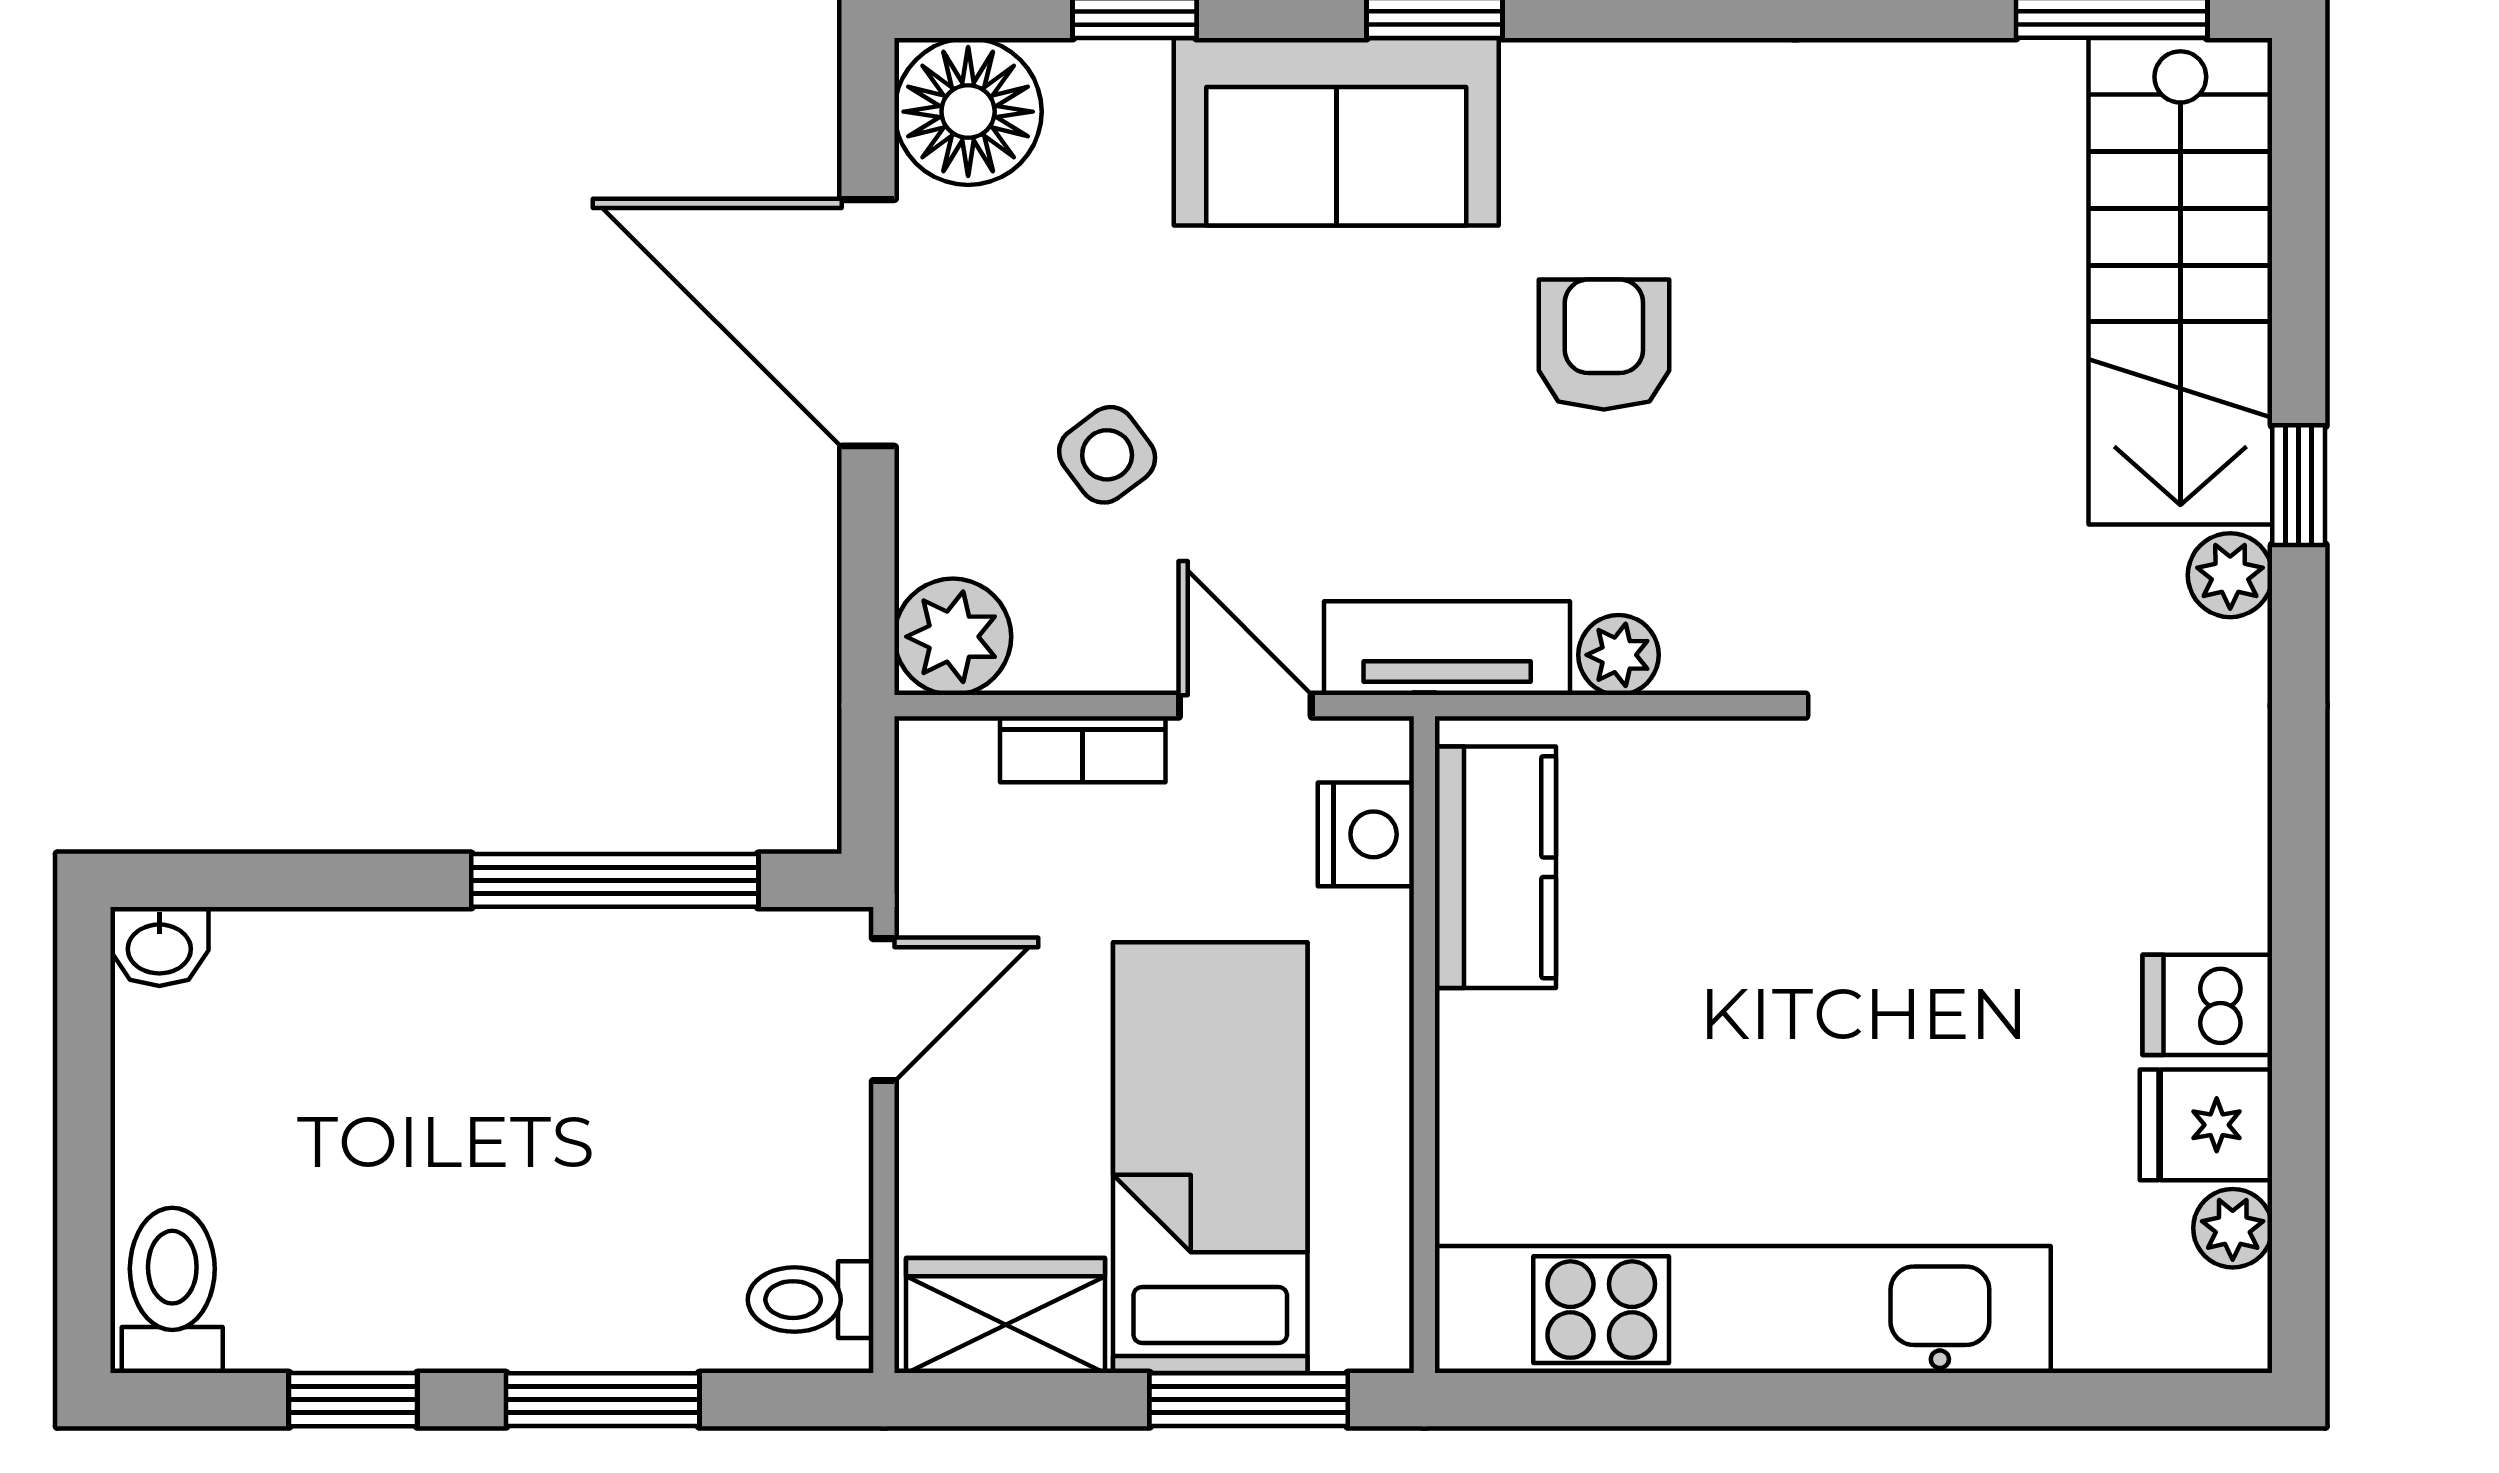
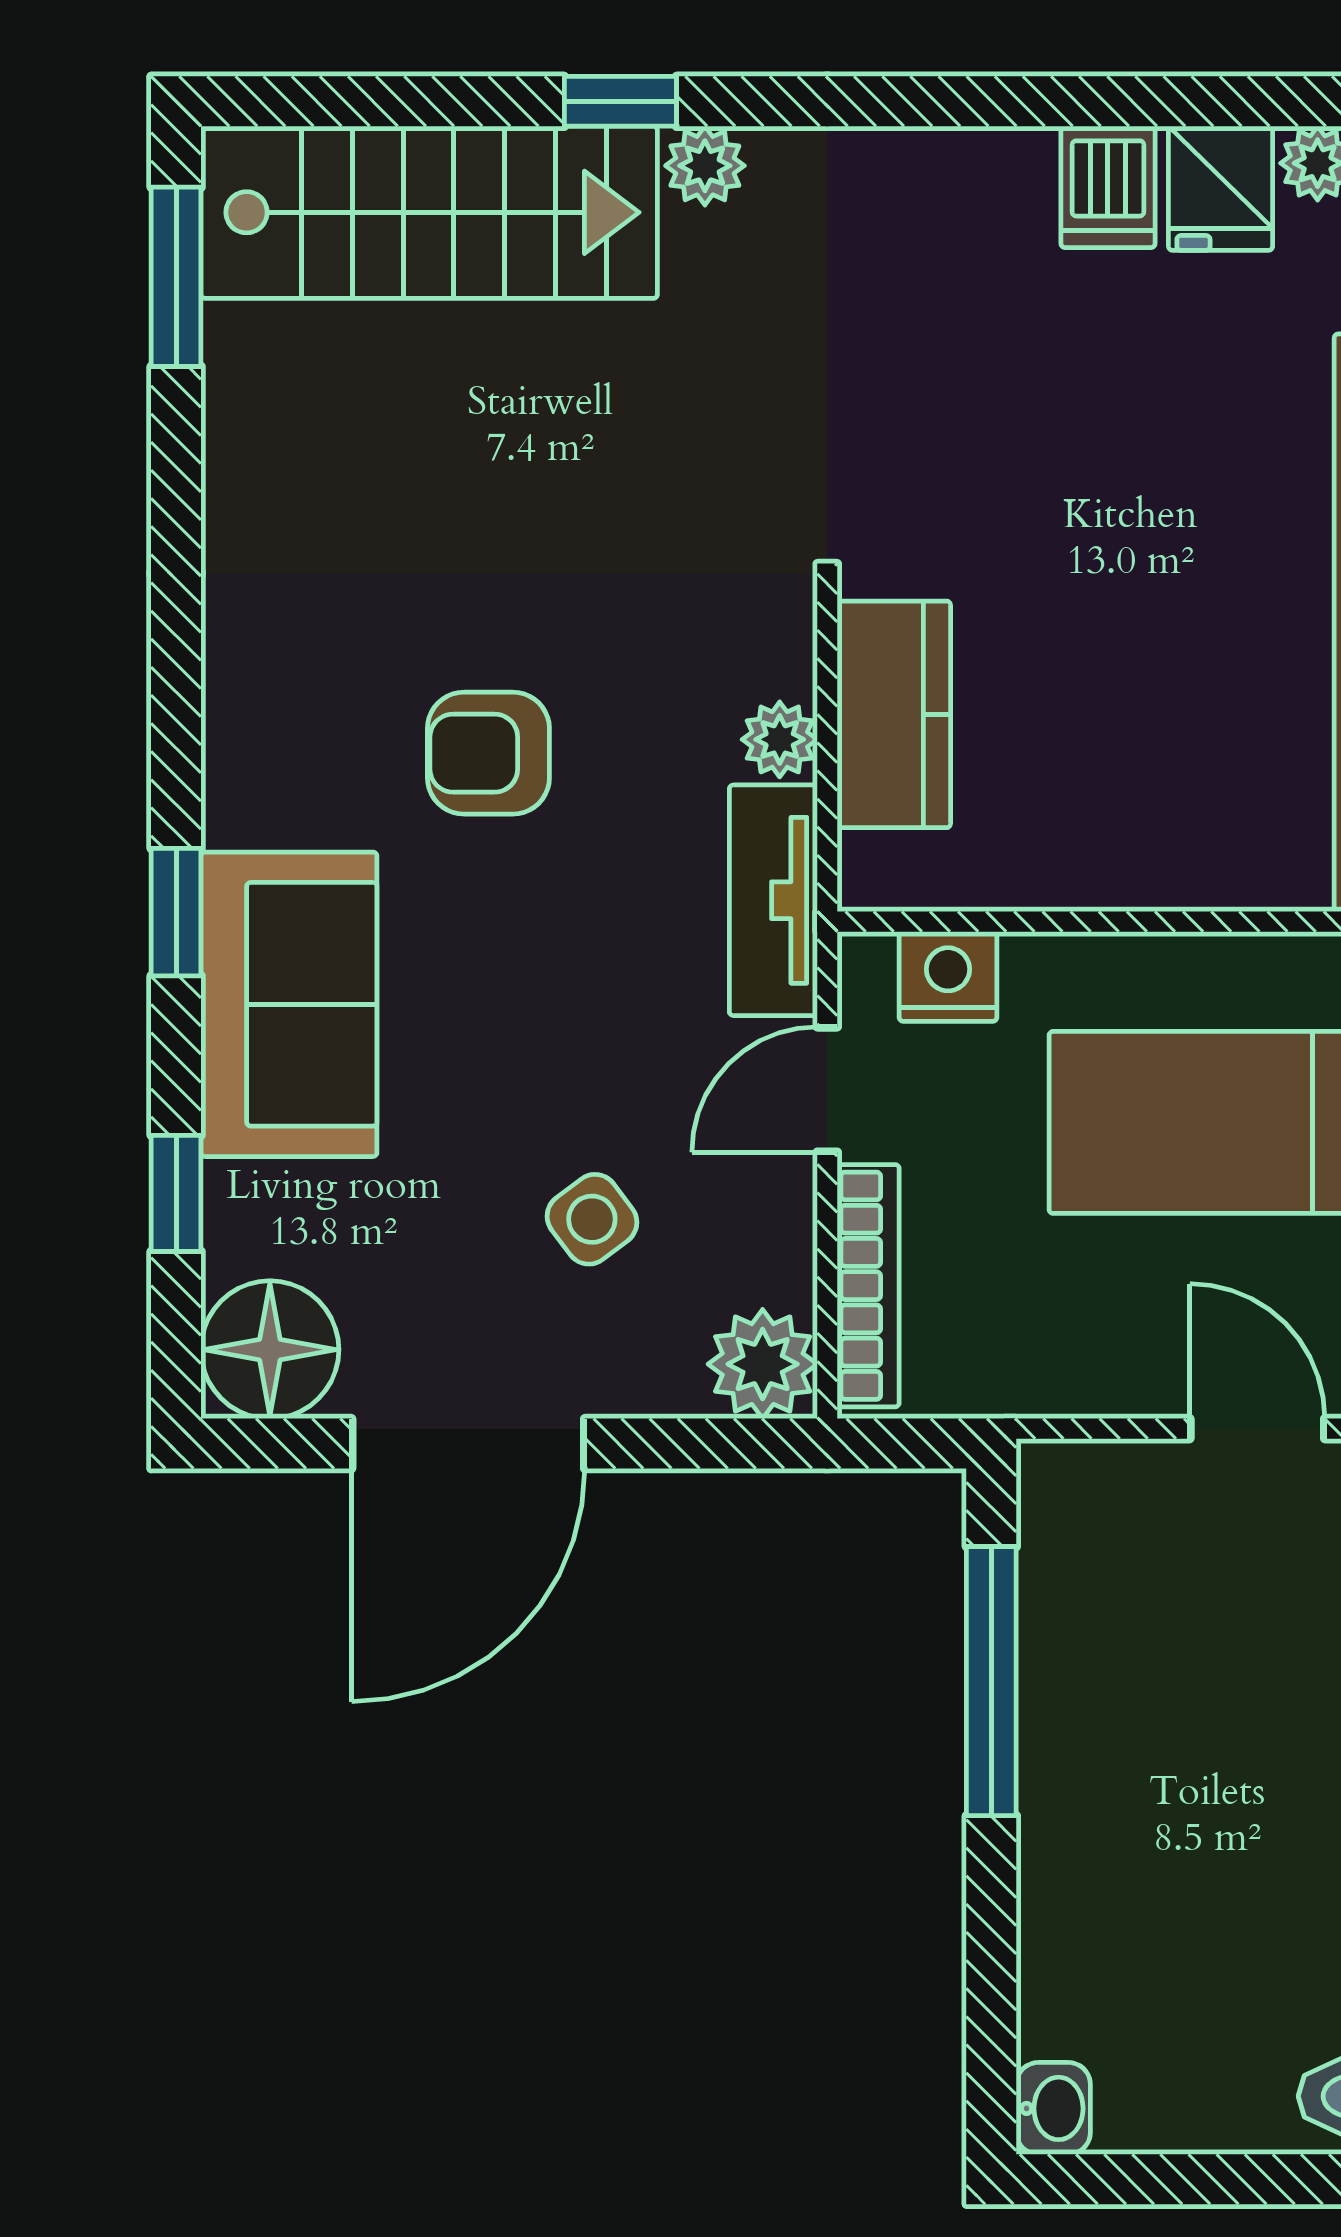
bookcase: (1083, 749) -> (868, 1286), width x1.56
kitchen counter: (1495, 867) -> (894, 714), moved, turned 90
door: (884, 1010) -> (1257, 1429), moved

